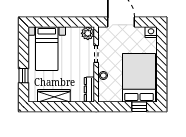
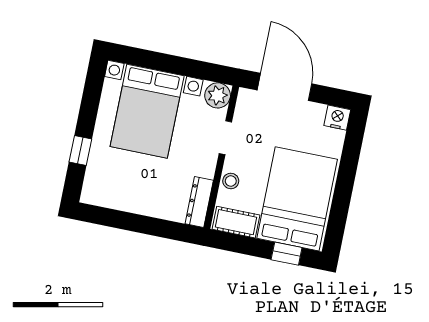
bed with nightstands: (47, 49) -> (147, 111), width x1.36
wardrobe: (54, 96) -> (130, 200), removed
cot: (110, 96) -> (236, 222), added

